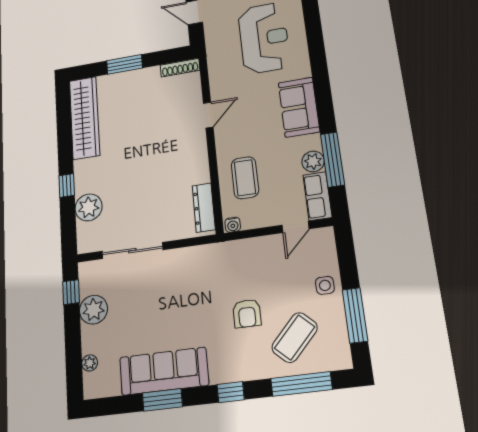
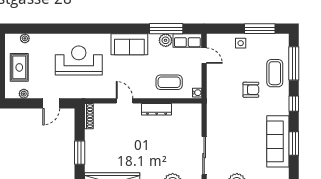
dresser: (204, 208) -> (157, 109), moved
coffee table: (295, 337) -> (275, 73), moved, turned 47

